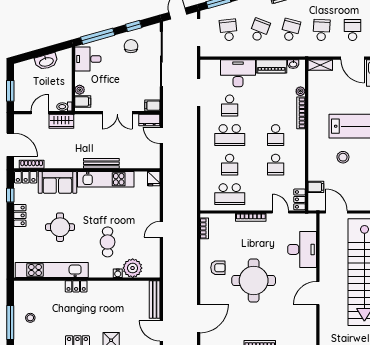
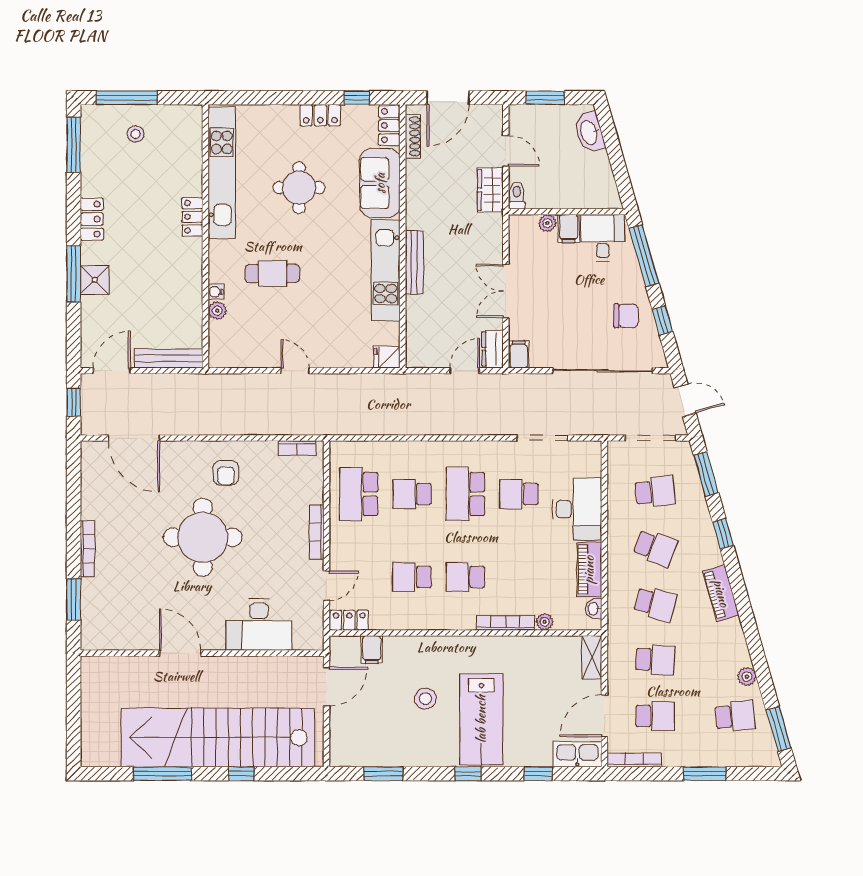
washbasin: (46, 62) -> (590, 132), moved
filing cabinet: (83, 101) -> (569, 229), moved
plant: (133, 268) -> (217, 311), width x0.53, depth x0.53

